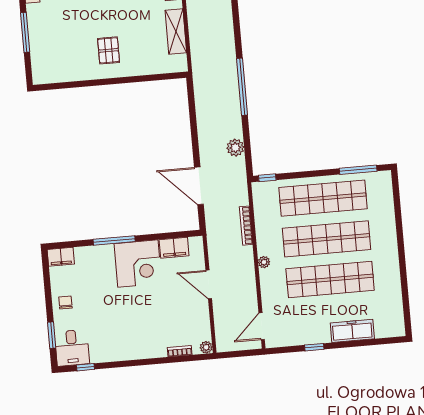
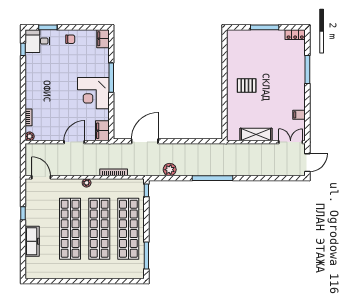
filing cabinet: (174, 248) -> (102, 131), moved

